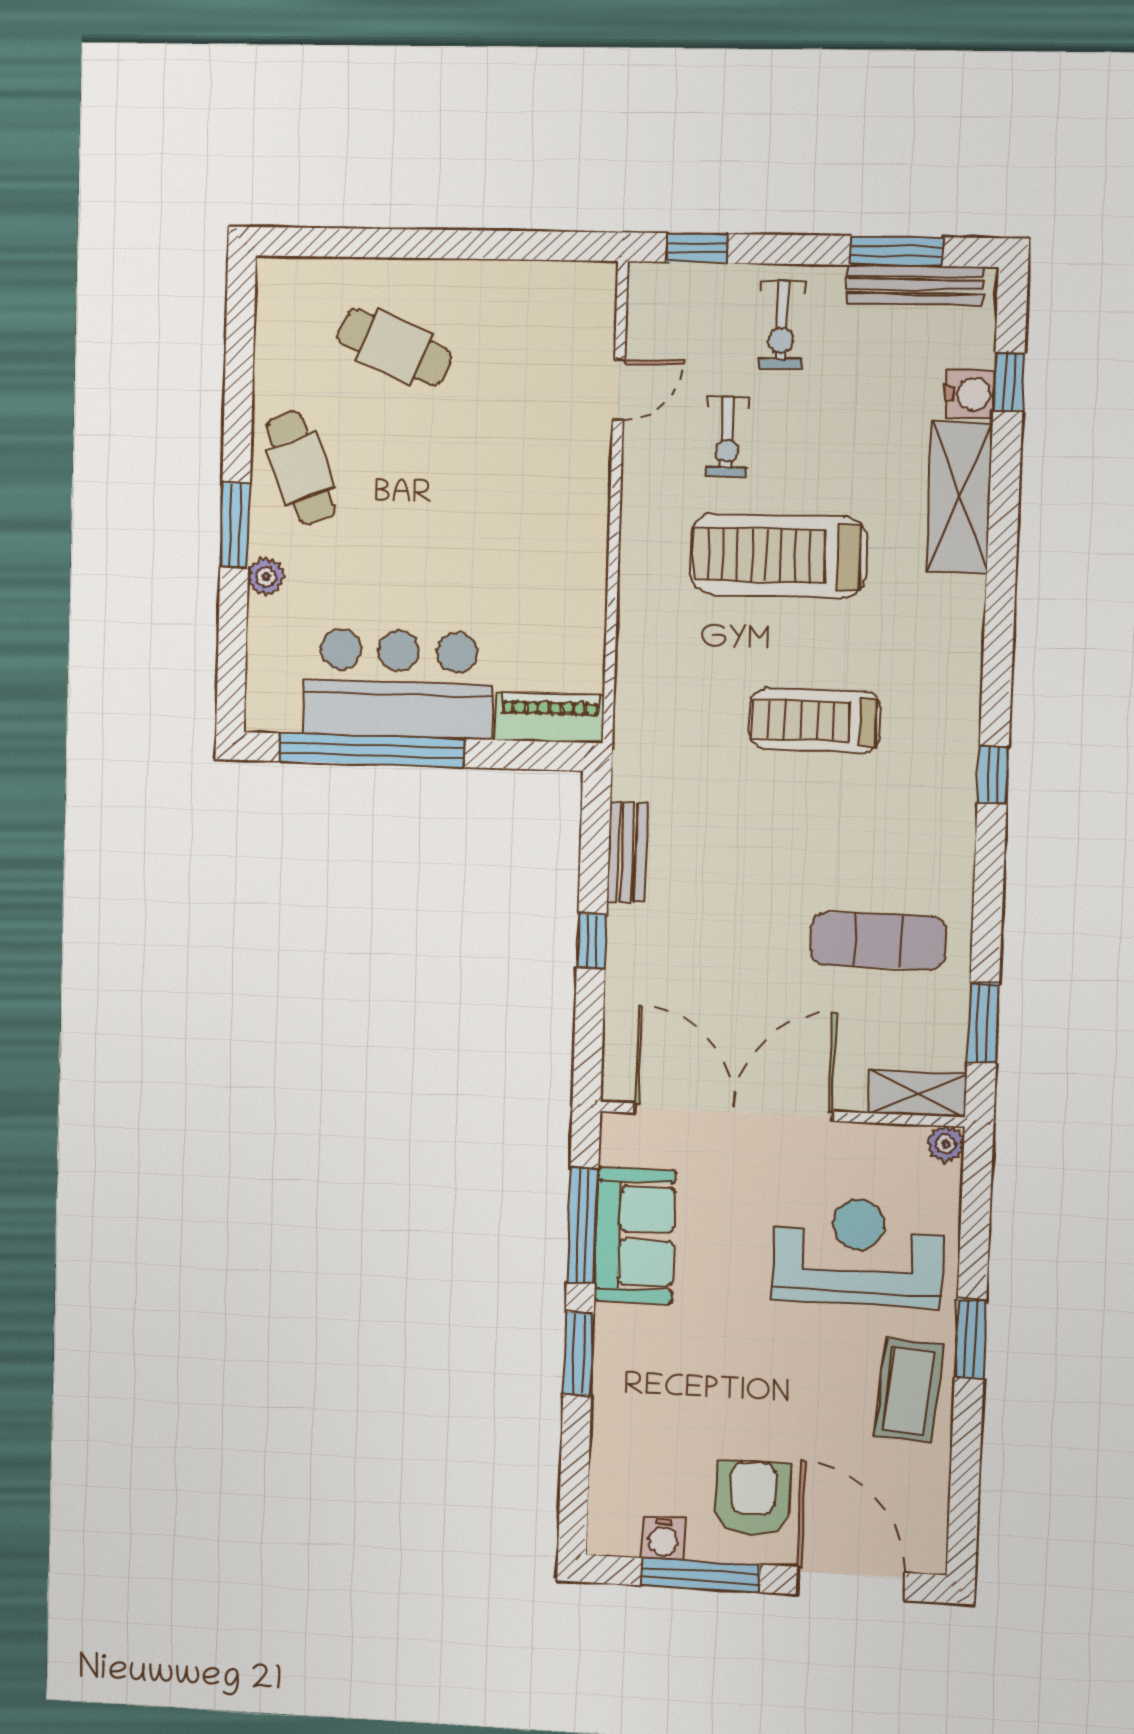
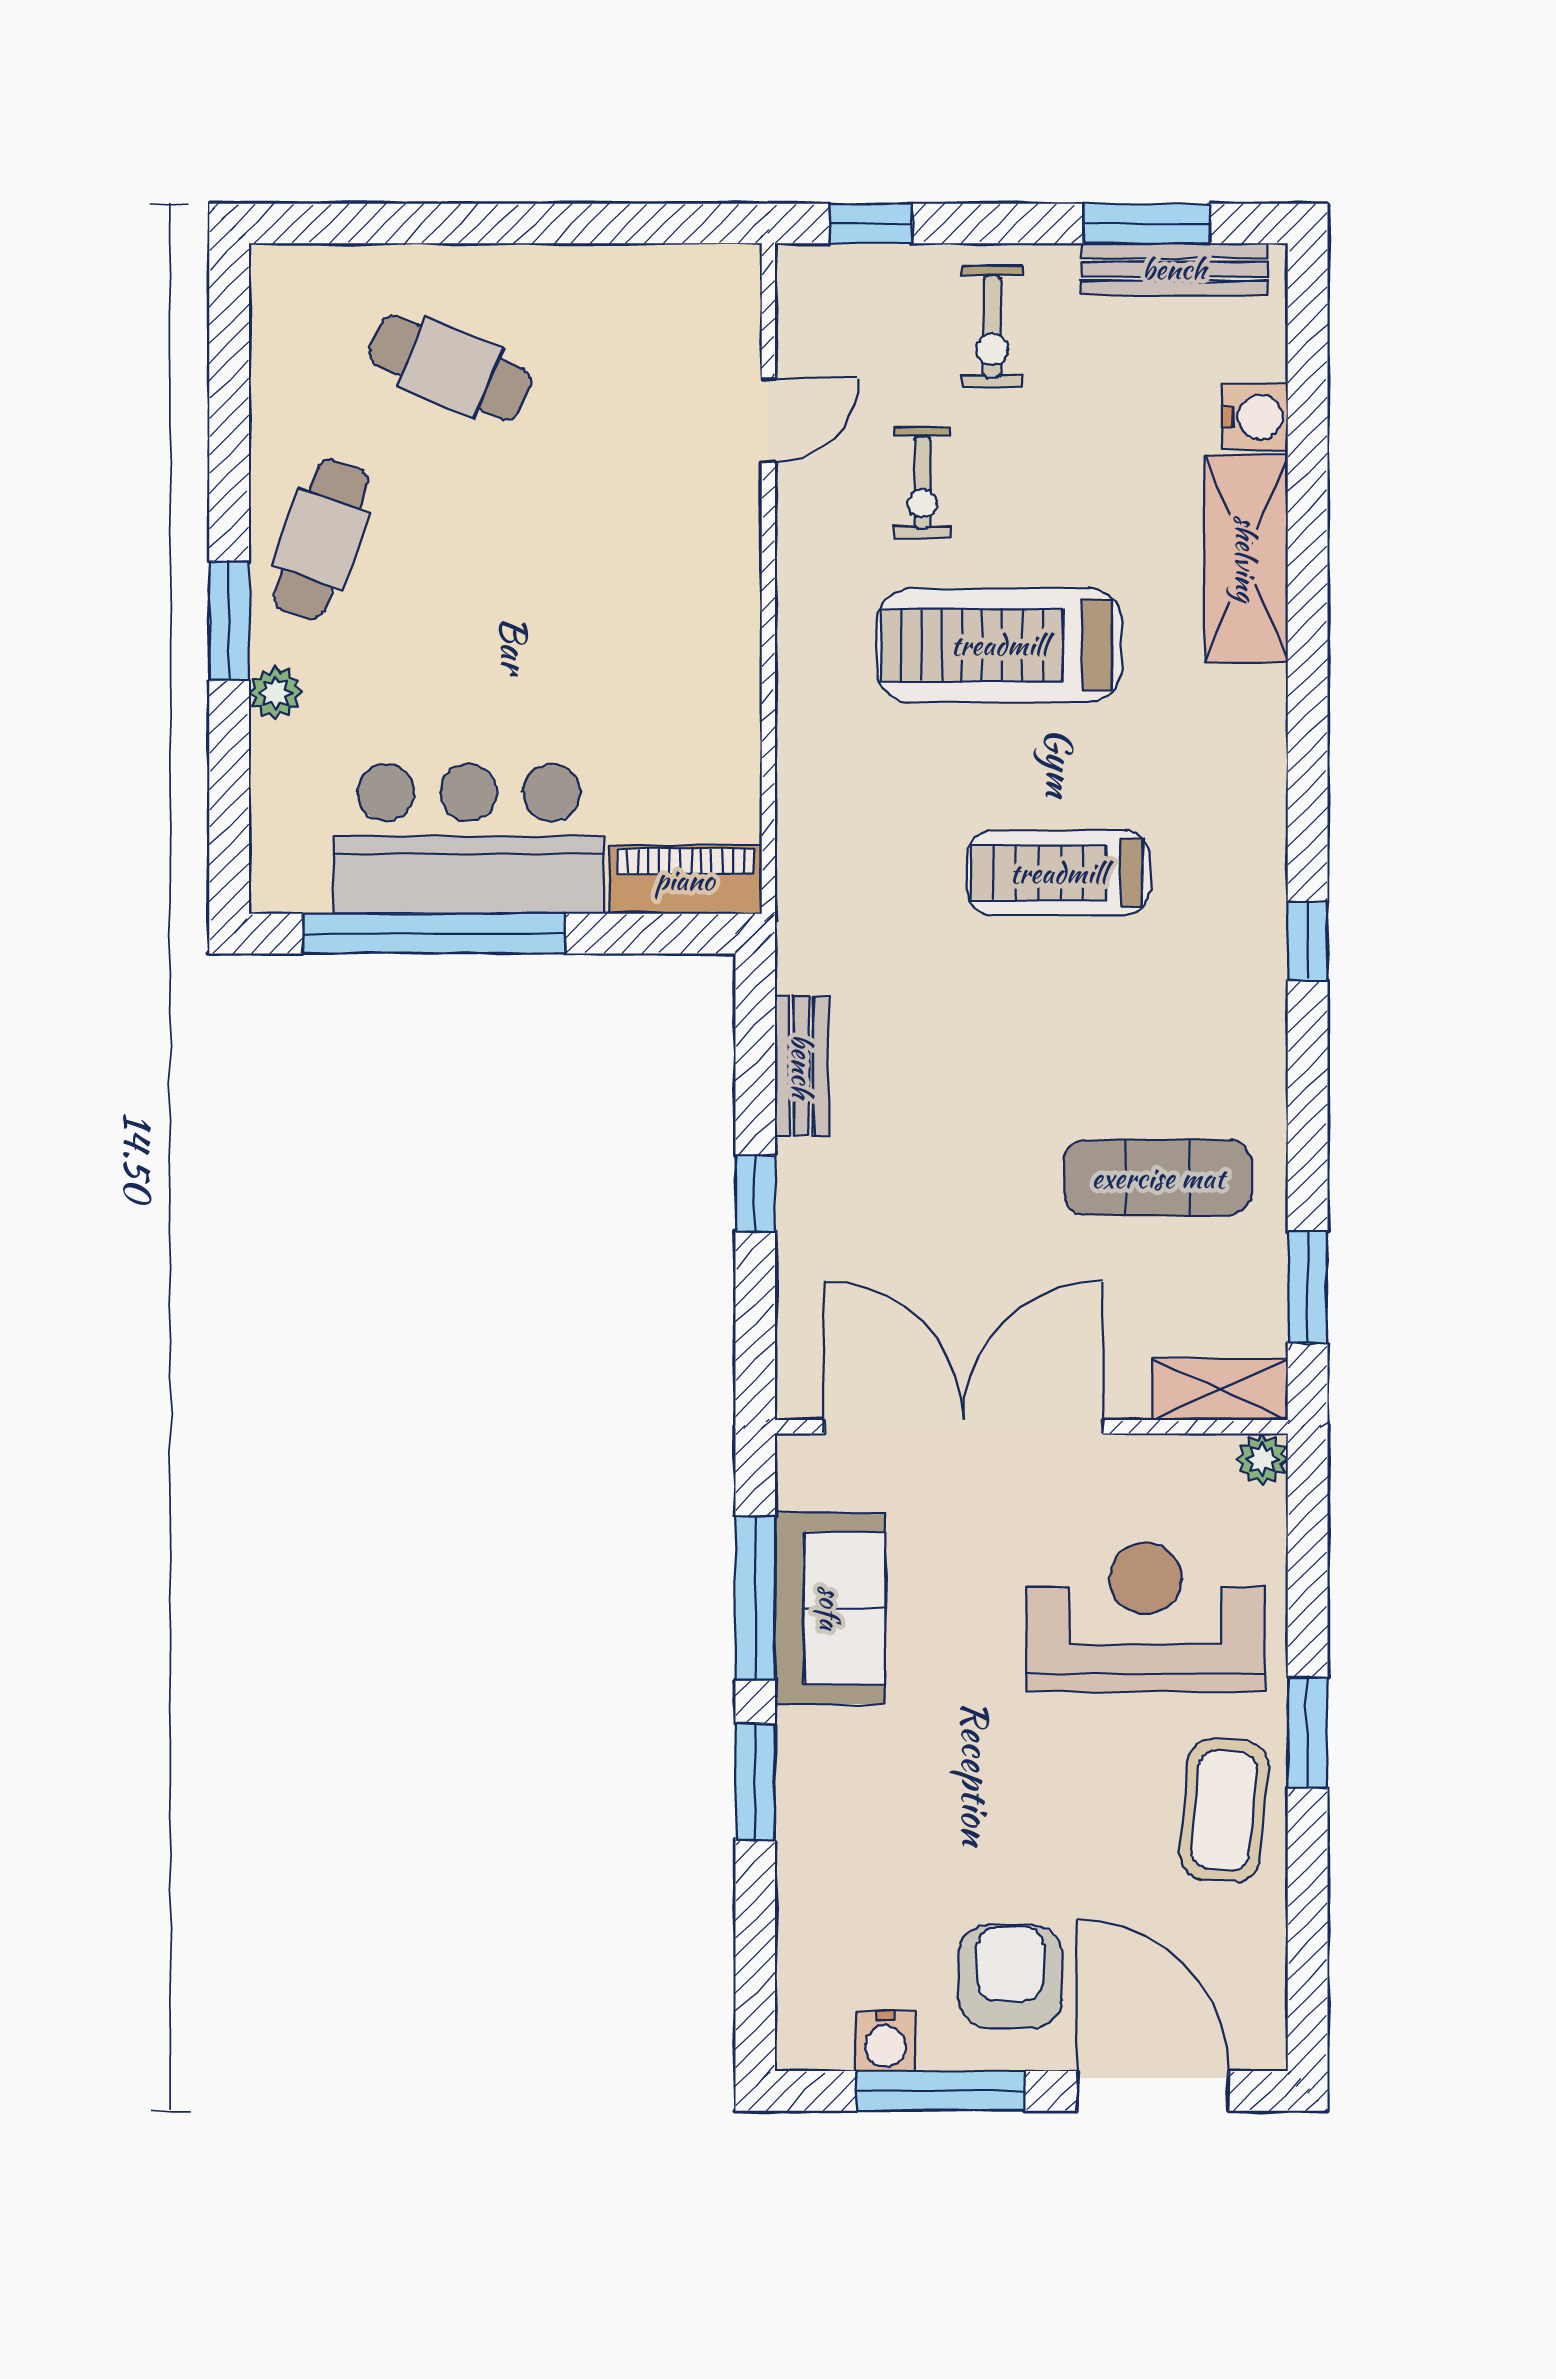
window: (1009, 382) -> (1308, 399), removed
cafe table: (301, 468) -> (321, 539), turned 41

